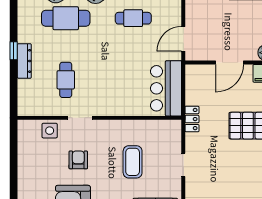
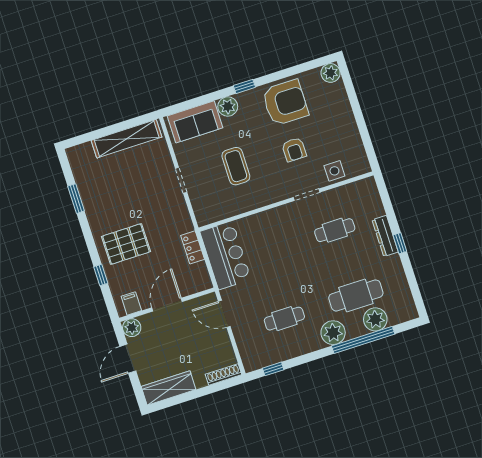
door: (183, 39) -> (224, 314), swing flipped
cafe table: (66, 80) -> (335, 230), turned 90
locker: (192, 119) -> (193, 247), moved

